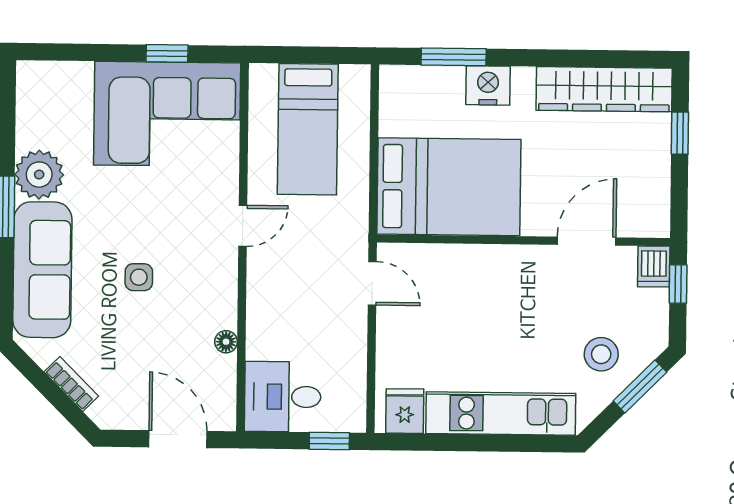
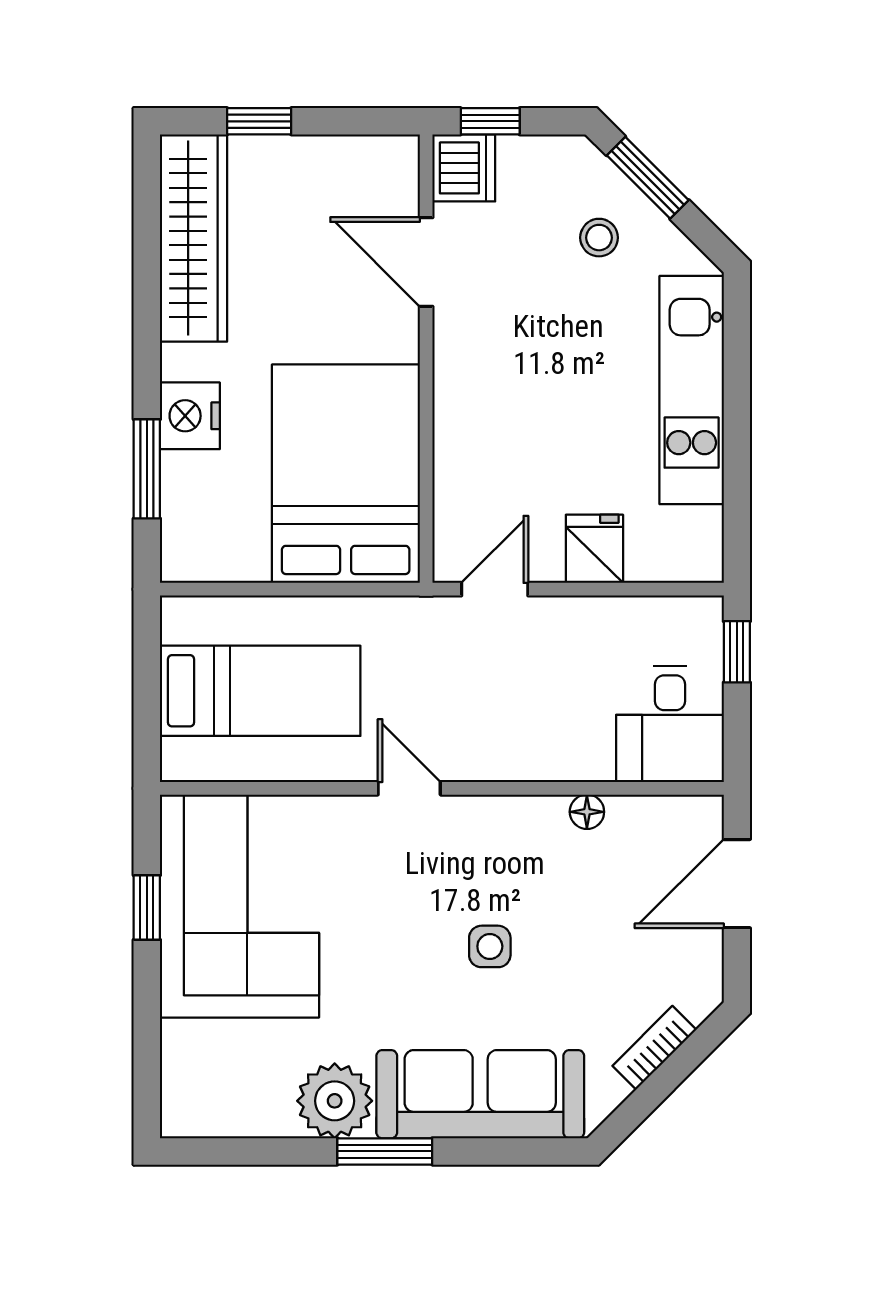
dishwasher: (654, 266) -> (464, 168), width x1.38
stool: (601, 354) -> (599, 238), width x0.73, depth x0.73
fridge: (405, 411) -> (594, 549), moved, turned 90

